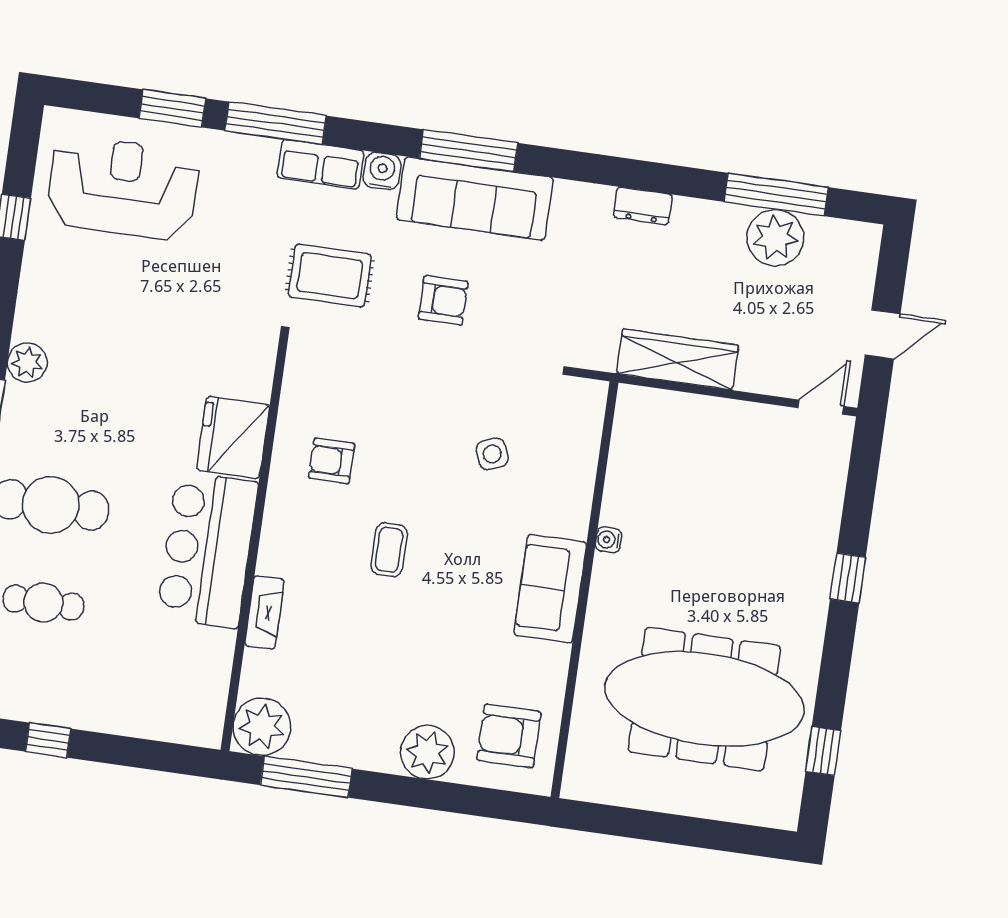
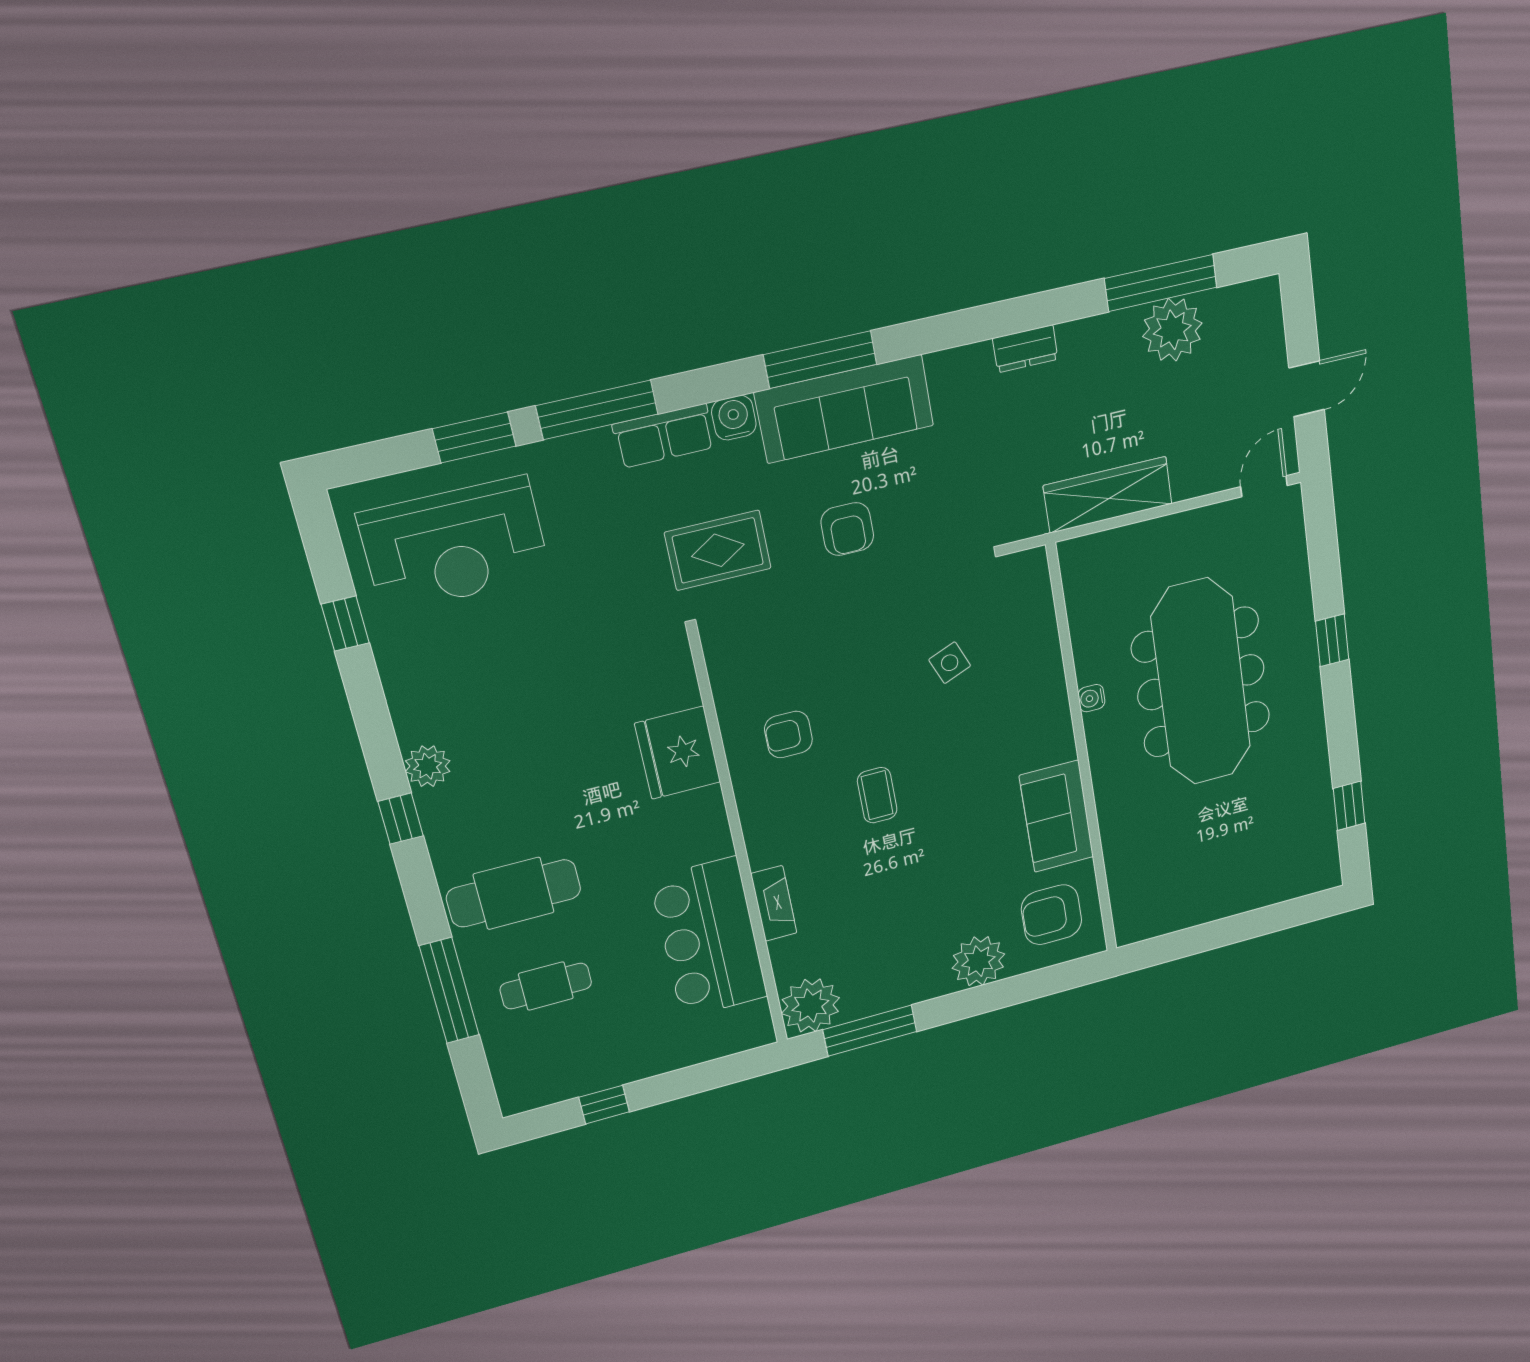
reception desk: (123, 188) -> (455, 545), turned 180
armchair: (443, 300) -> (847, 529), turned 90
bar counter: (207, 550) -> (709, 938), moved
sofa: (550, 589) -> (1057, 816), moved
meeting table: (704, 699) -> (1201, 682), moved, turned 90

